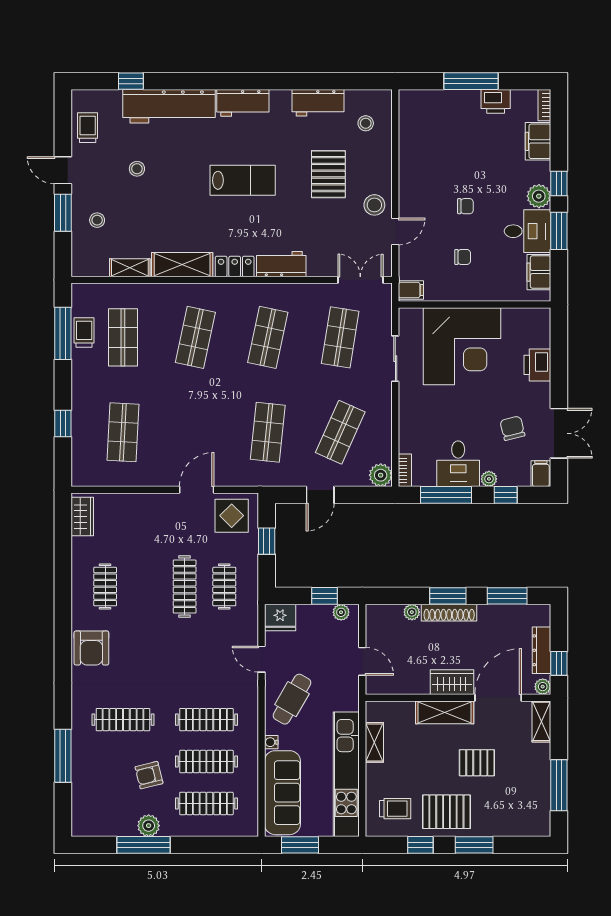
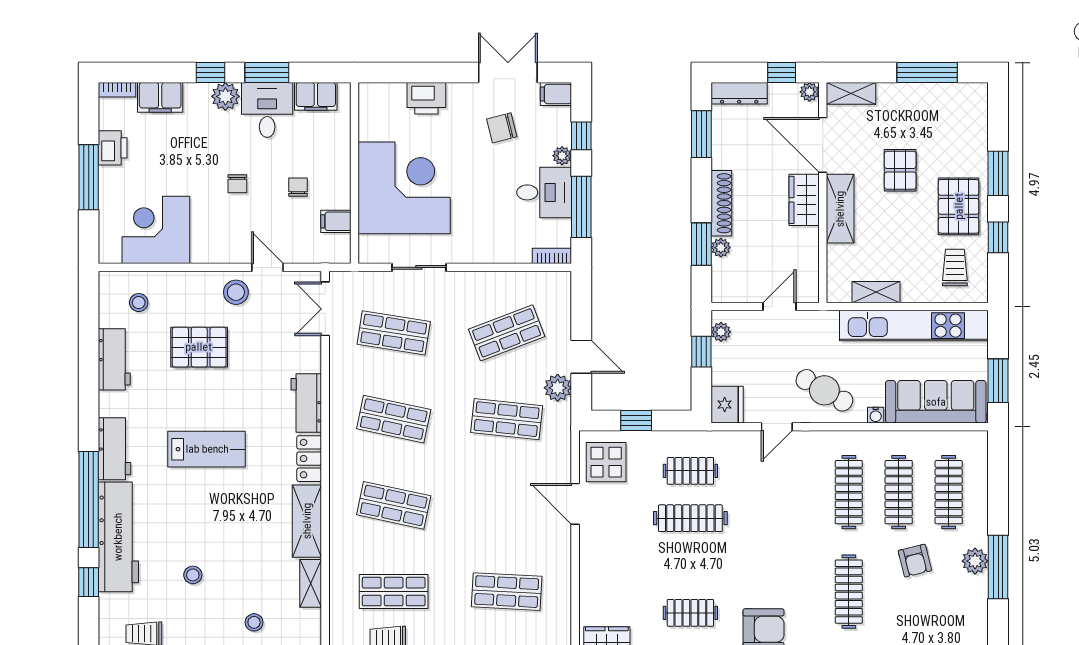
window: (200, 81) -> (89, 499), added
corner desk: (427, 138) -> (156, 230), added
lab bench: (243, 180) -> (207, 449), turned 90
chair: (465, 206) -> (237, 184), turned 180
filing cabinet: (411, 290) -> (336, 221), moved, turned -90
shop shelf: (340, 432) -> (507, 333), turned -45
plant: (381, 475) -> (558, 388), moved
window: (448, 596) -> (701, 244), moved
dresser: (541, 650) -> (739, 93), moved

